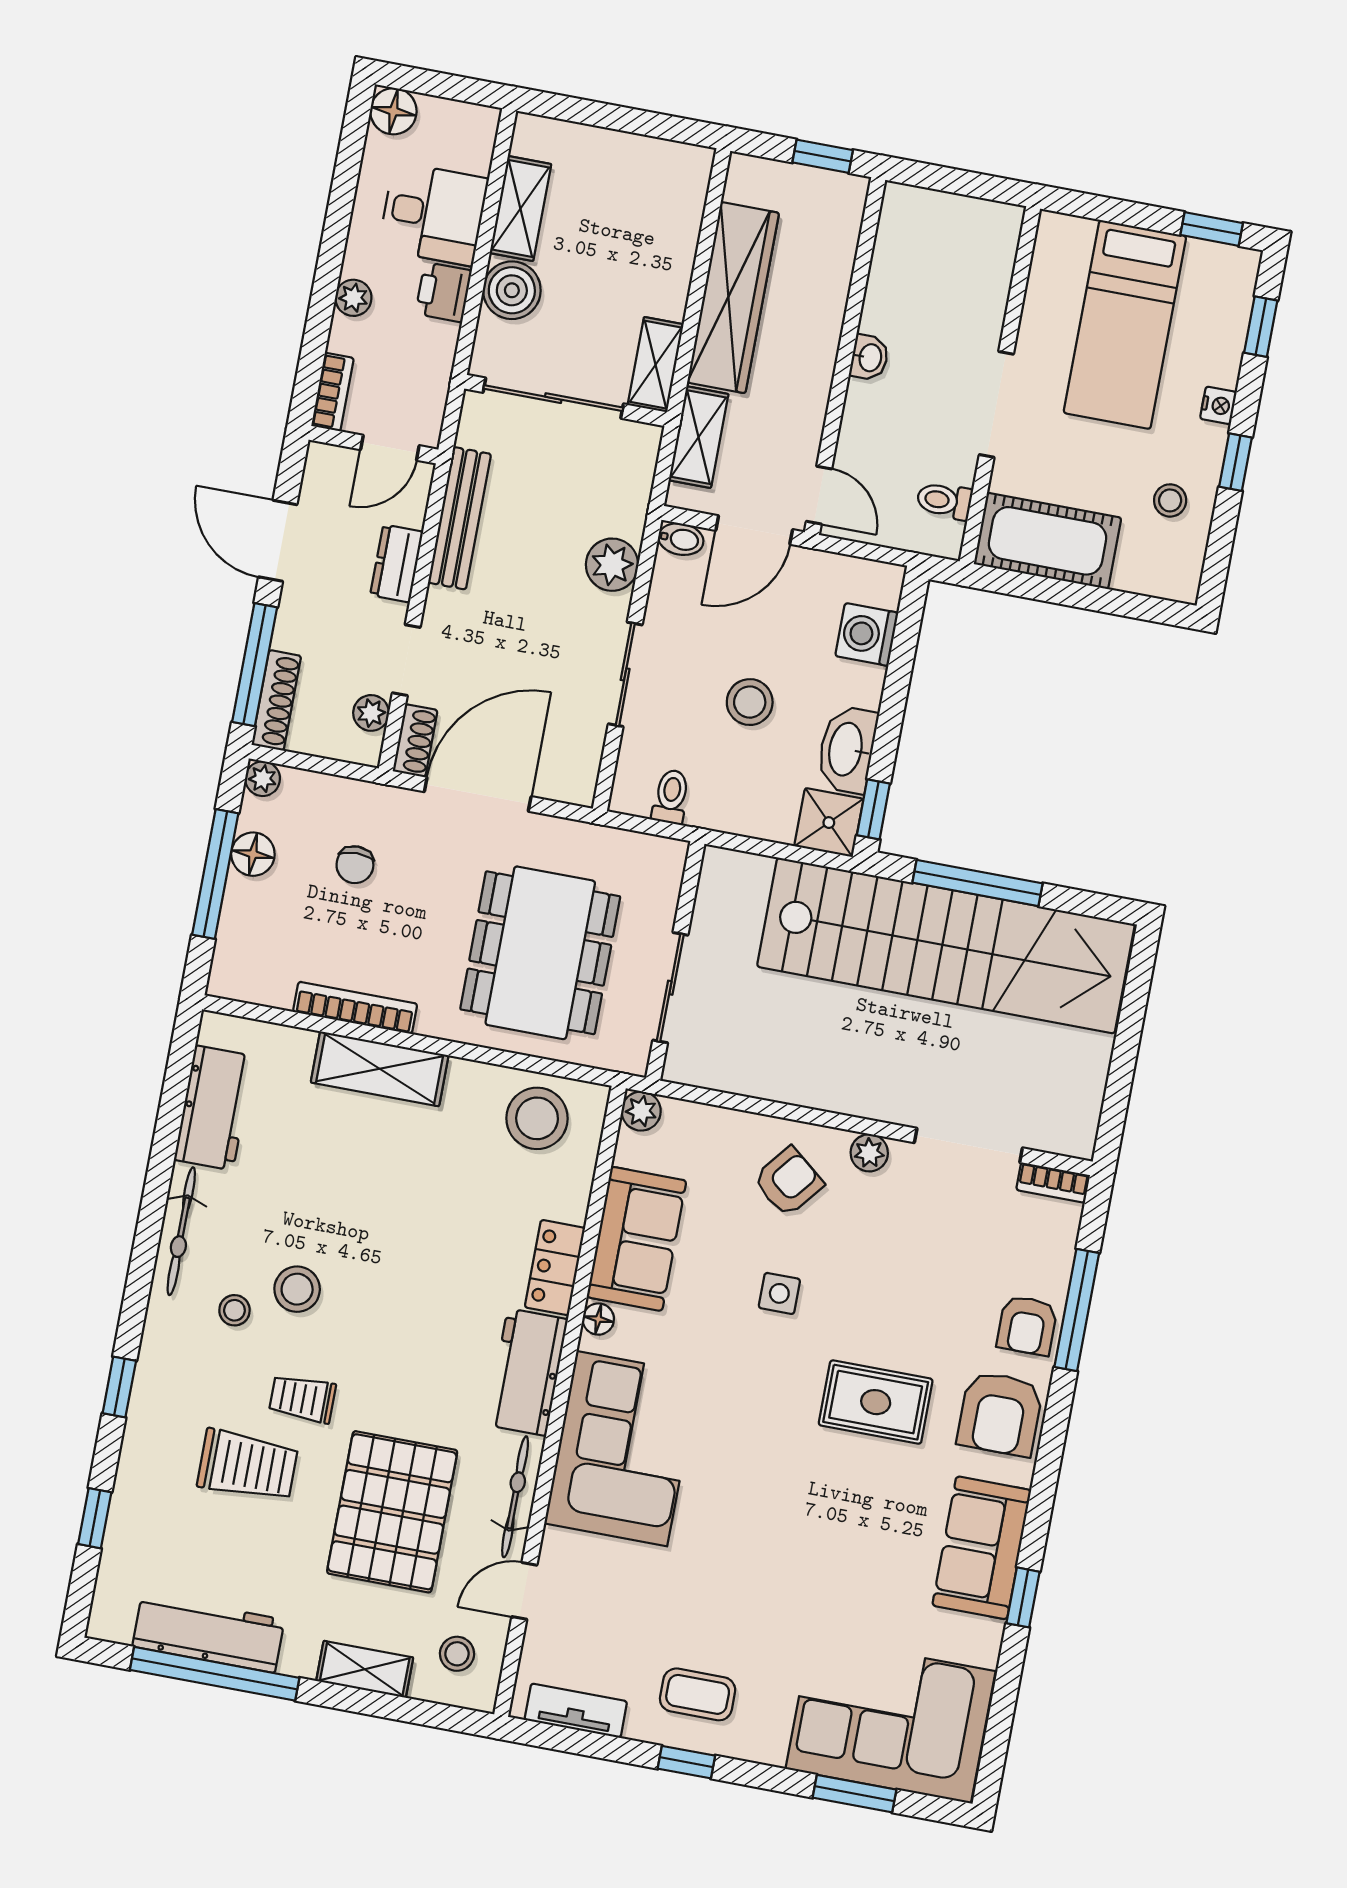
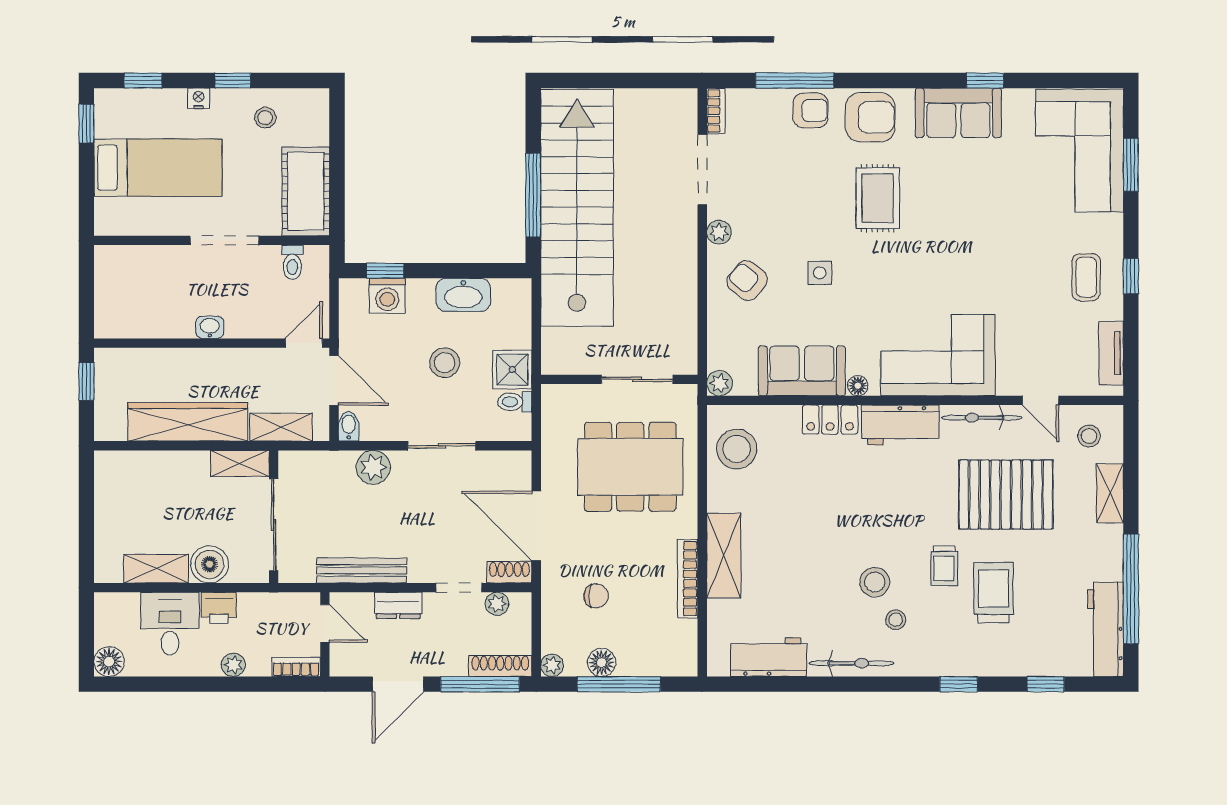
window: (873, 809) -> (385, 271), moved
shower: (829, 823) -> (512, 370), moved
workbench: (208, 1633) -> (1106, 629), moved

